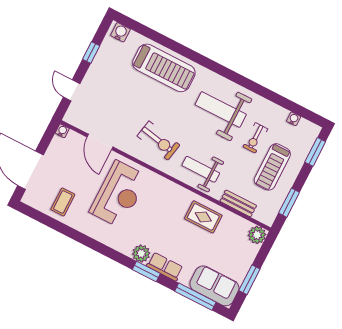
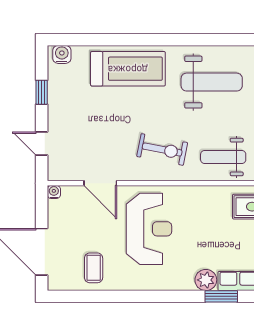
weight bench: (221, 109) -> (212, 82), turned 180

